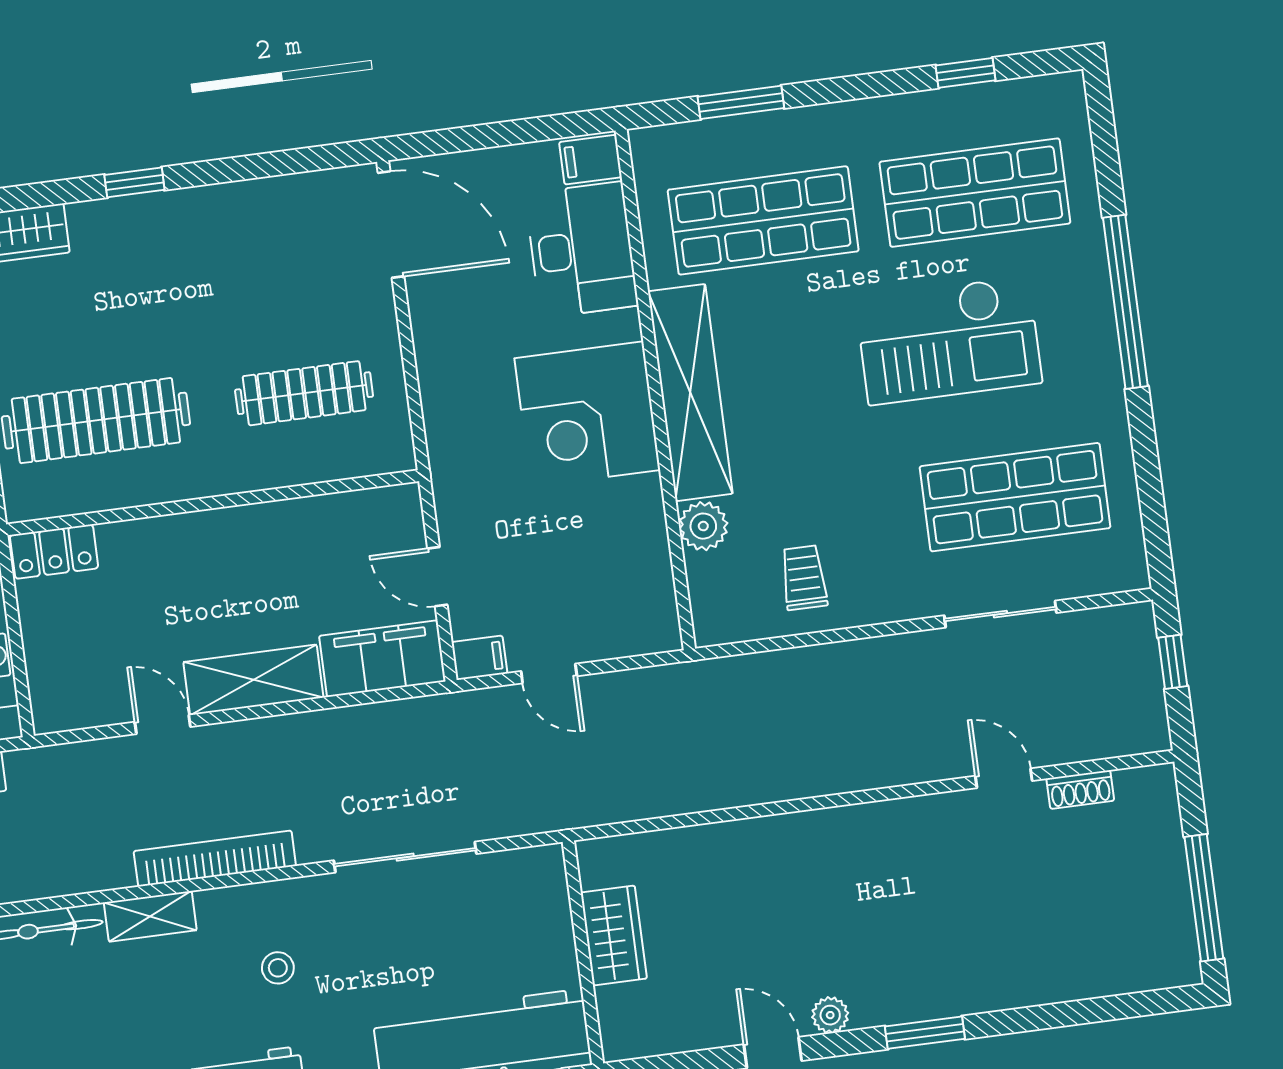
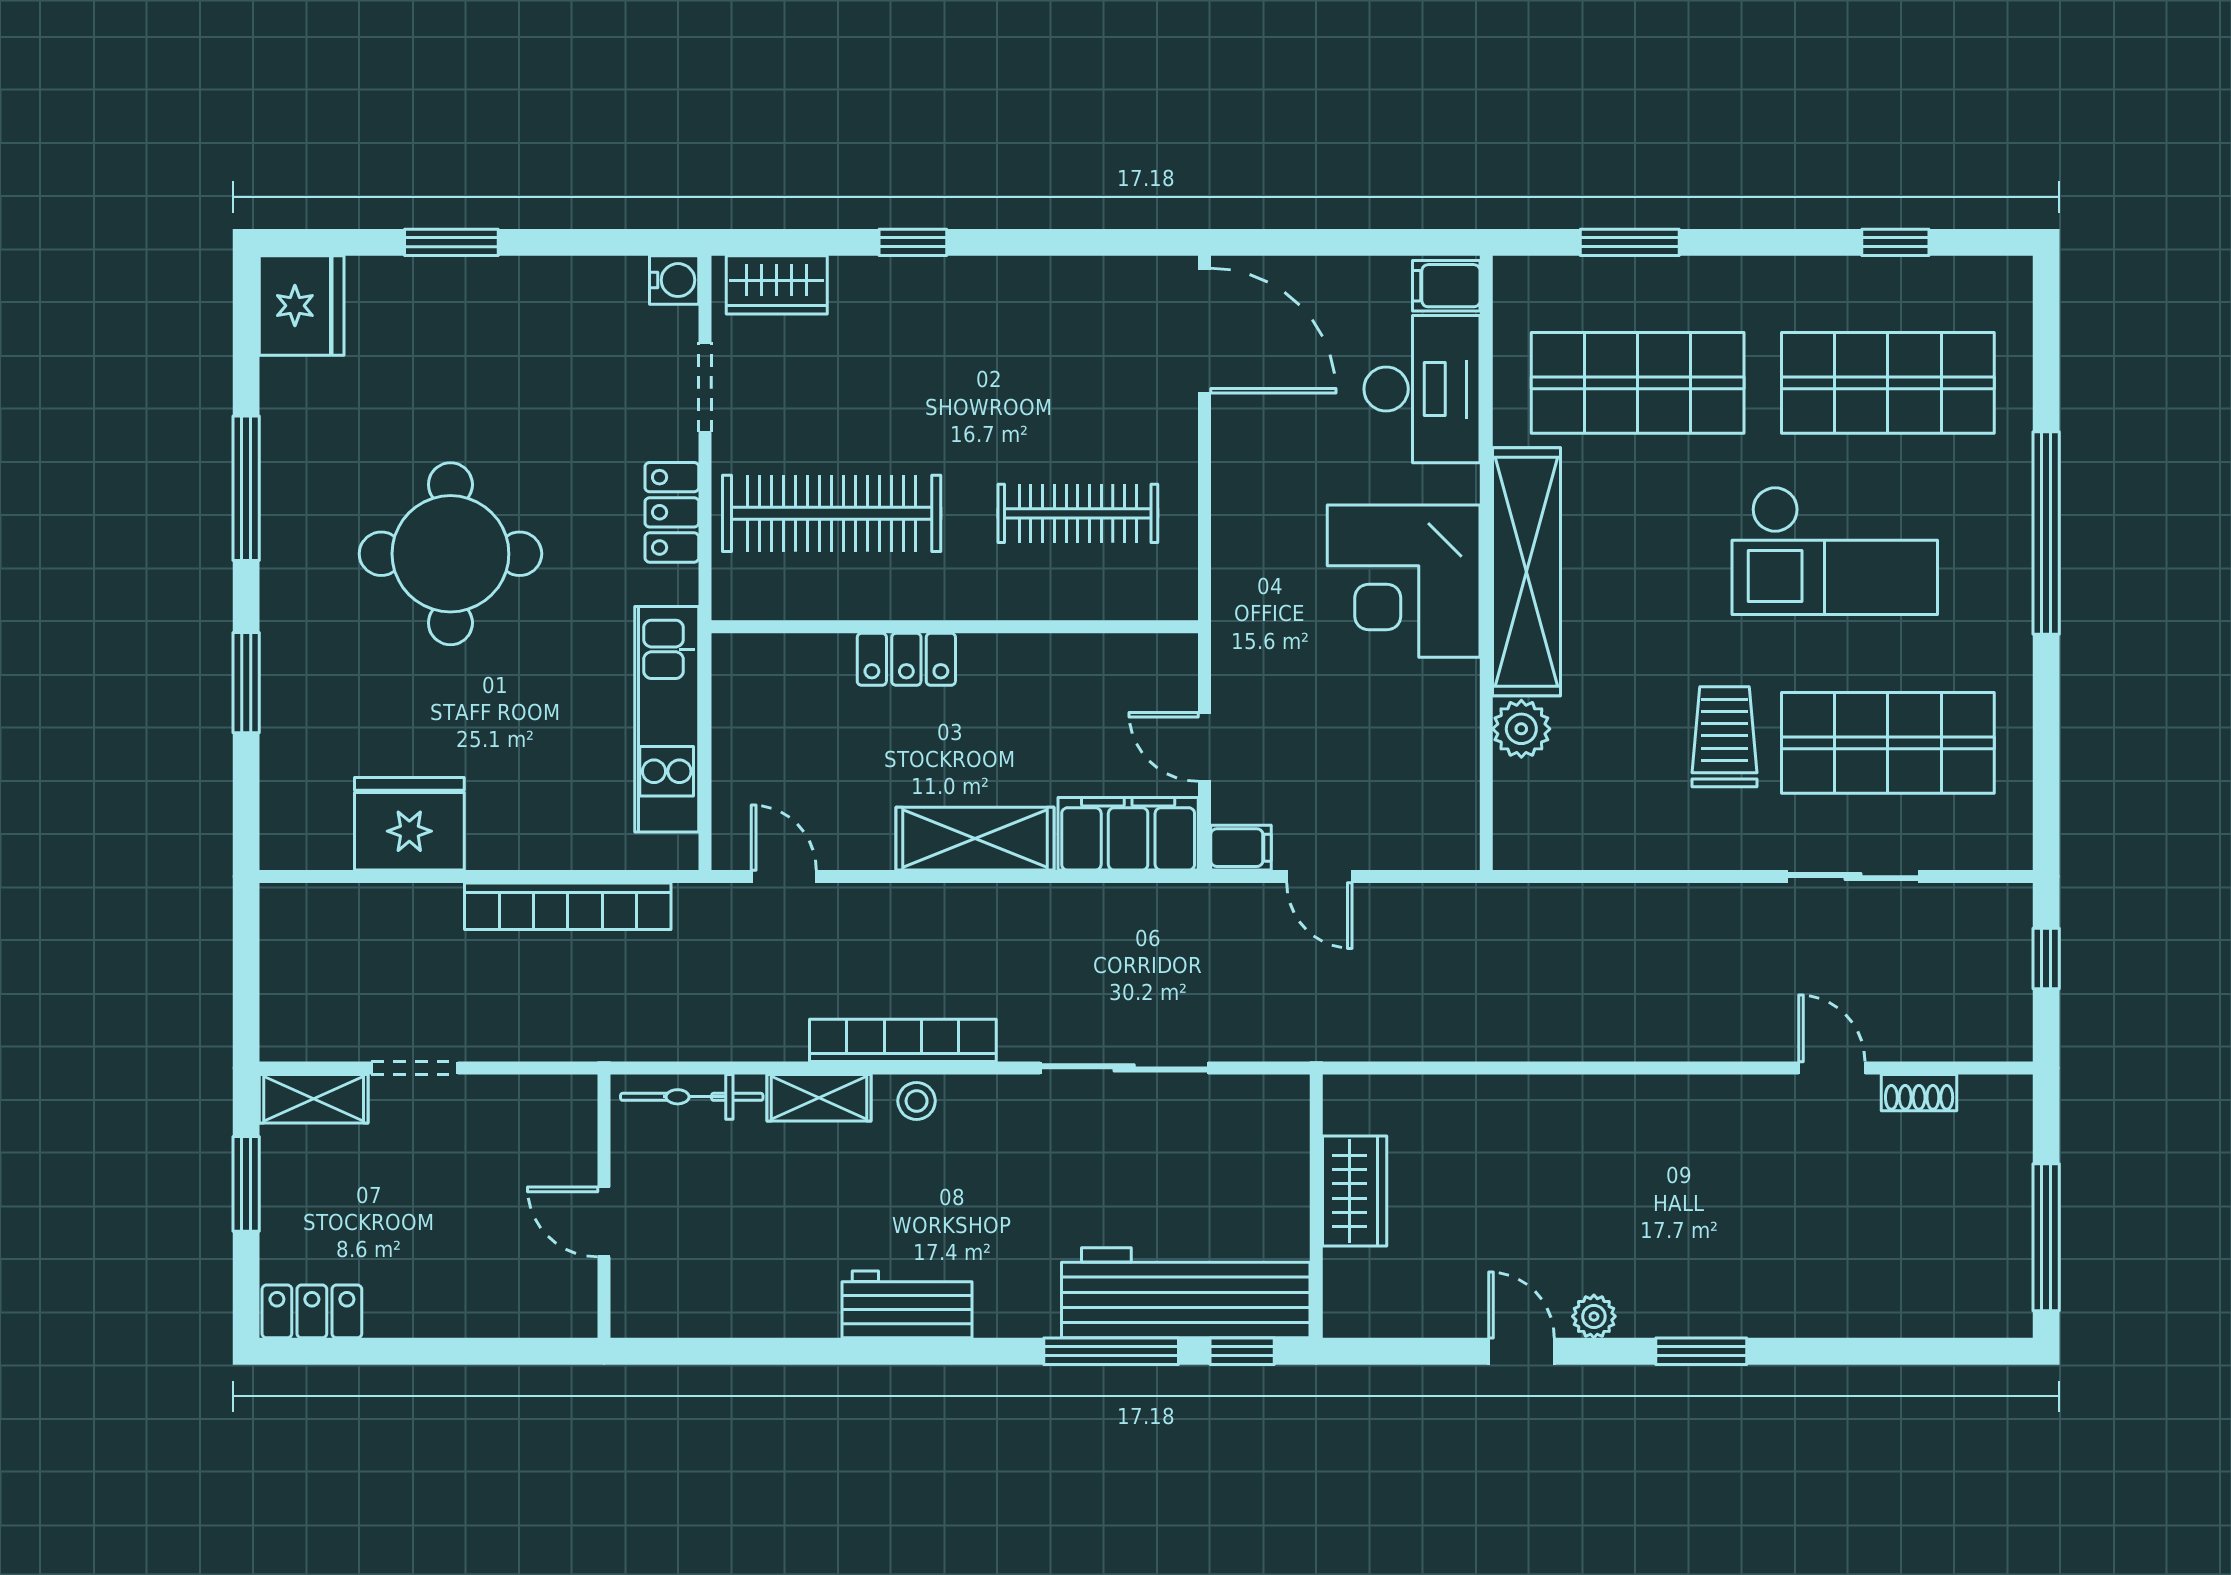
locker: (54, 552) -> (906, 659), moved
trolley: (804, 578) -> (1725, 737), moved, width x1.36, depth x1.39
door: (163, 724) -> (784, 877), moved
stool: (278, 968) -> (917, 1101), moved

